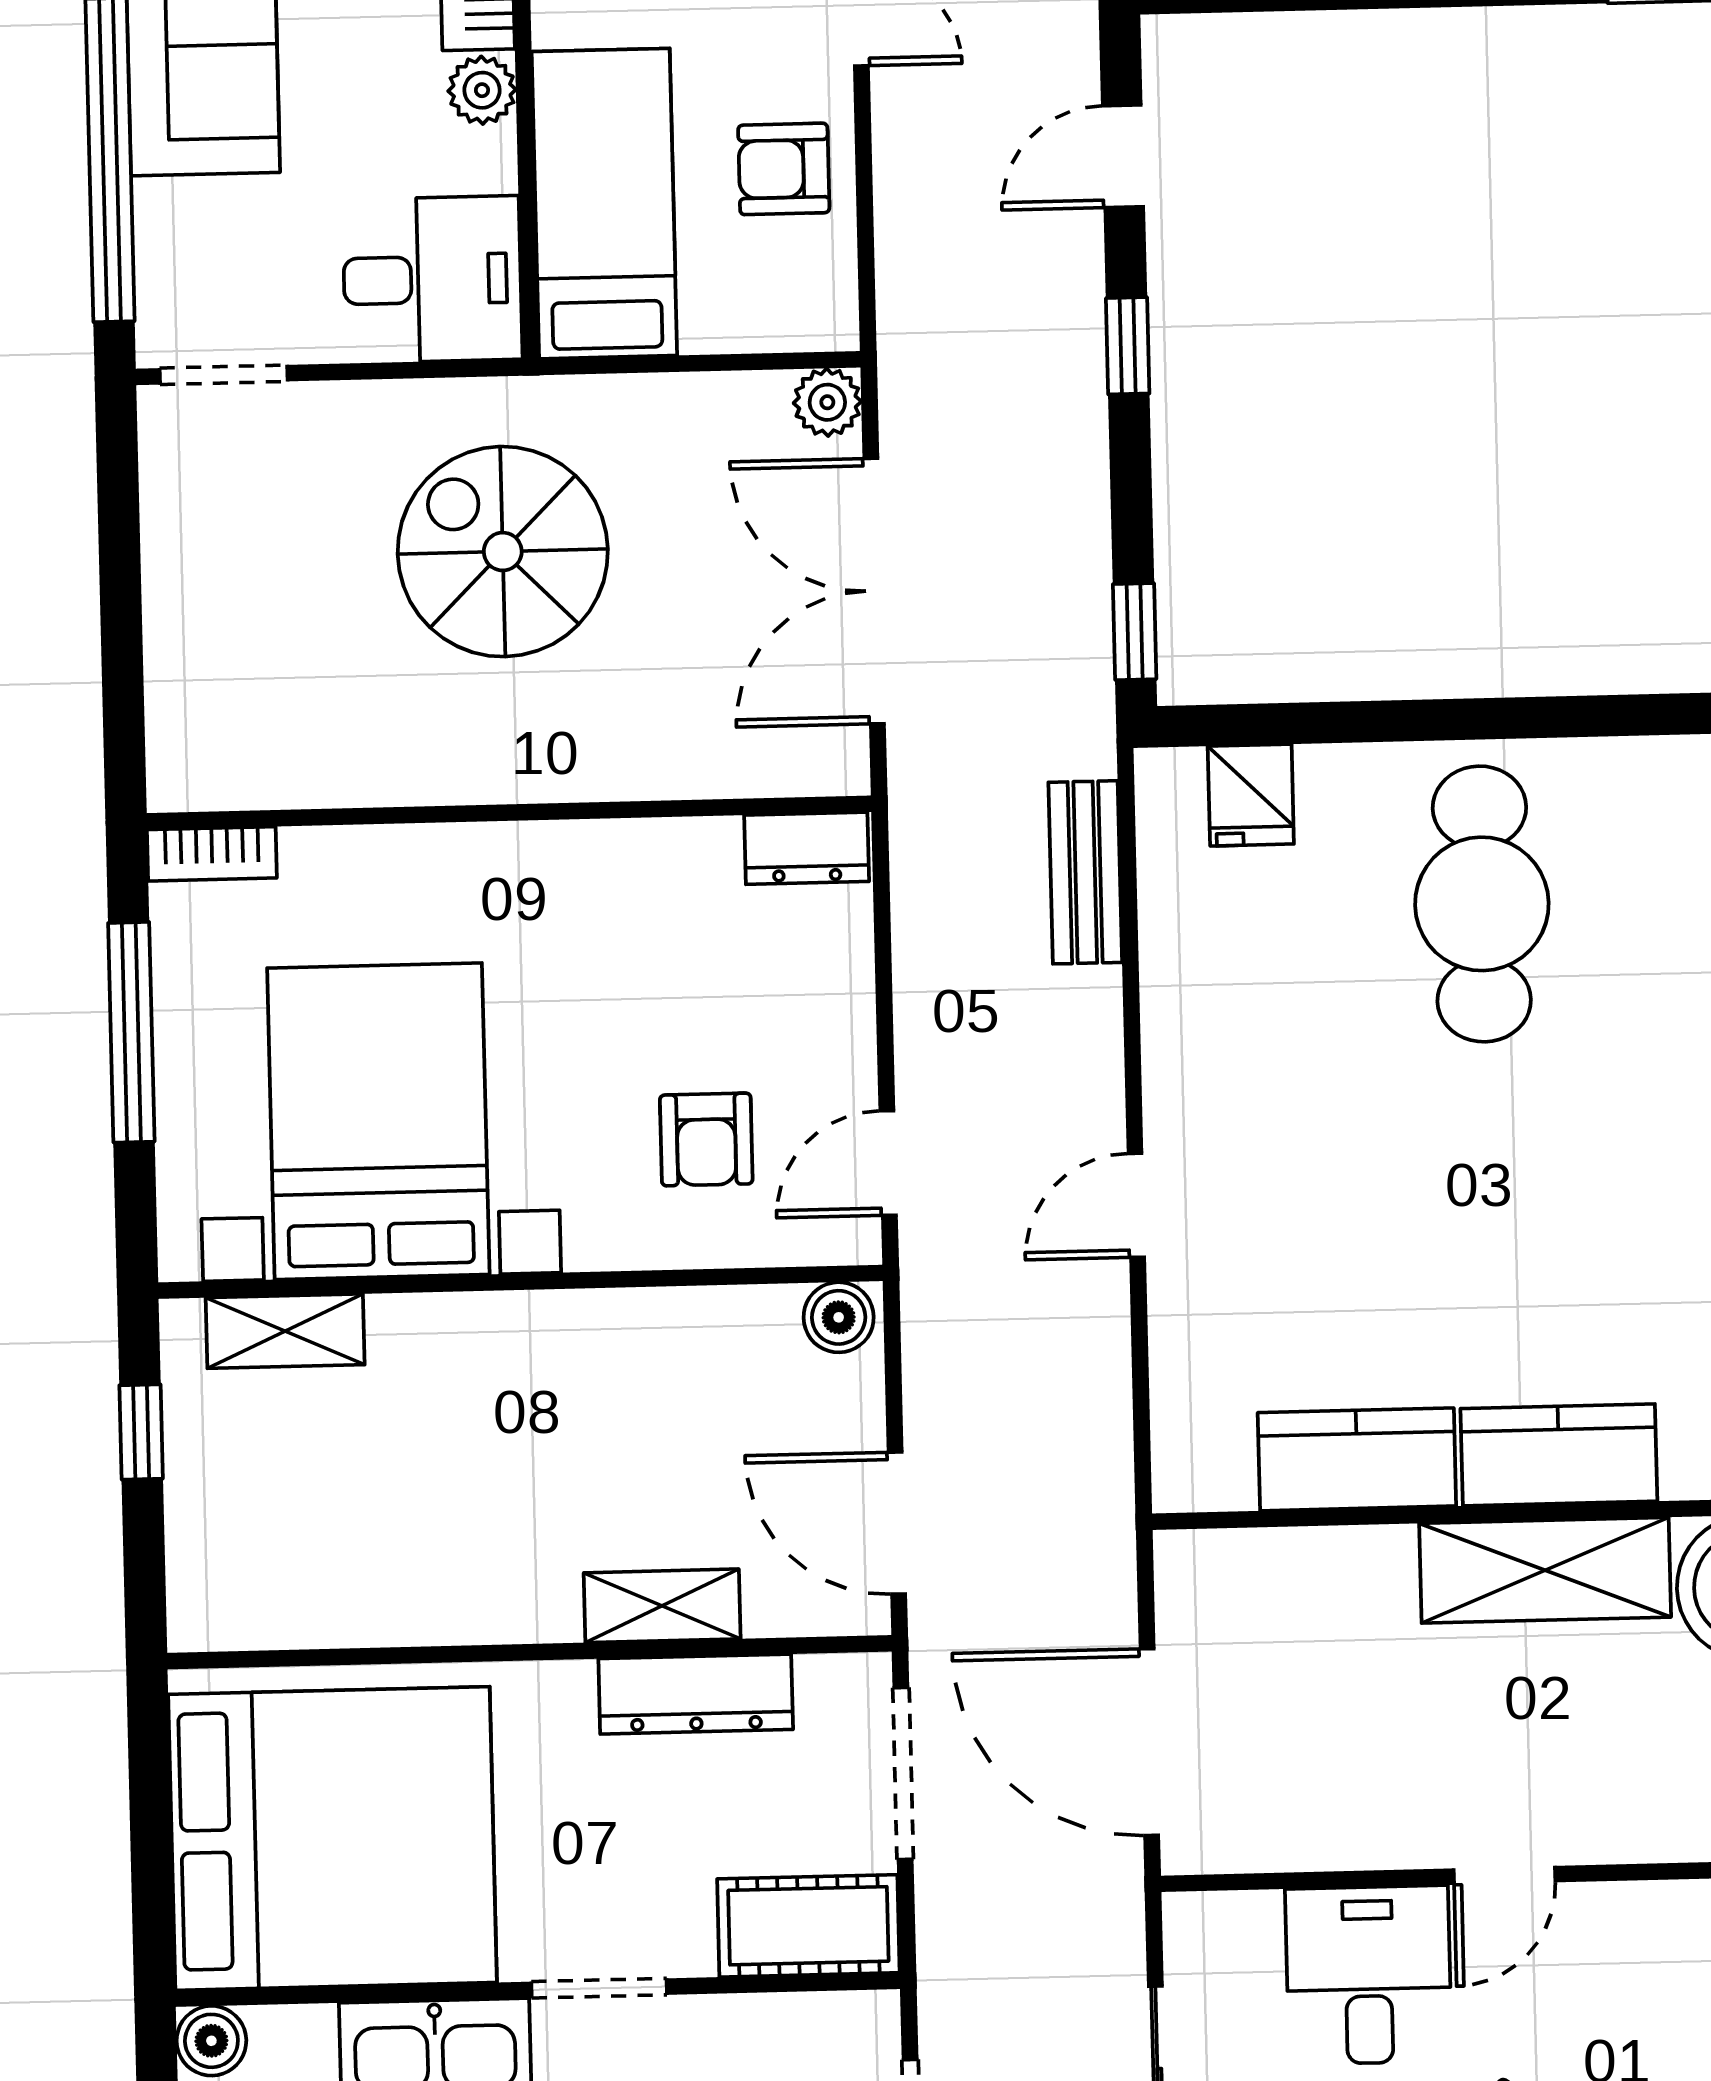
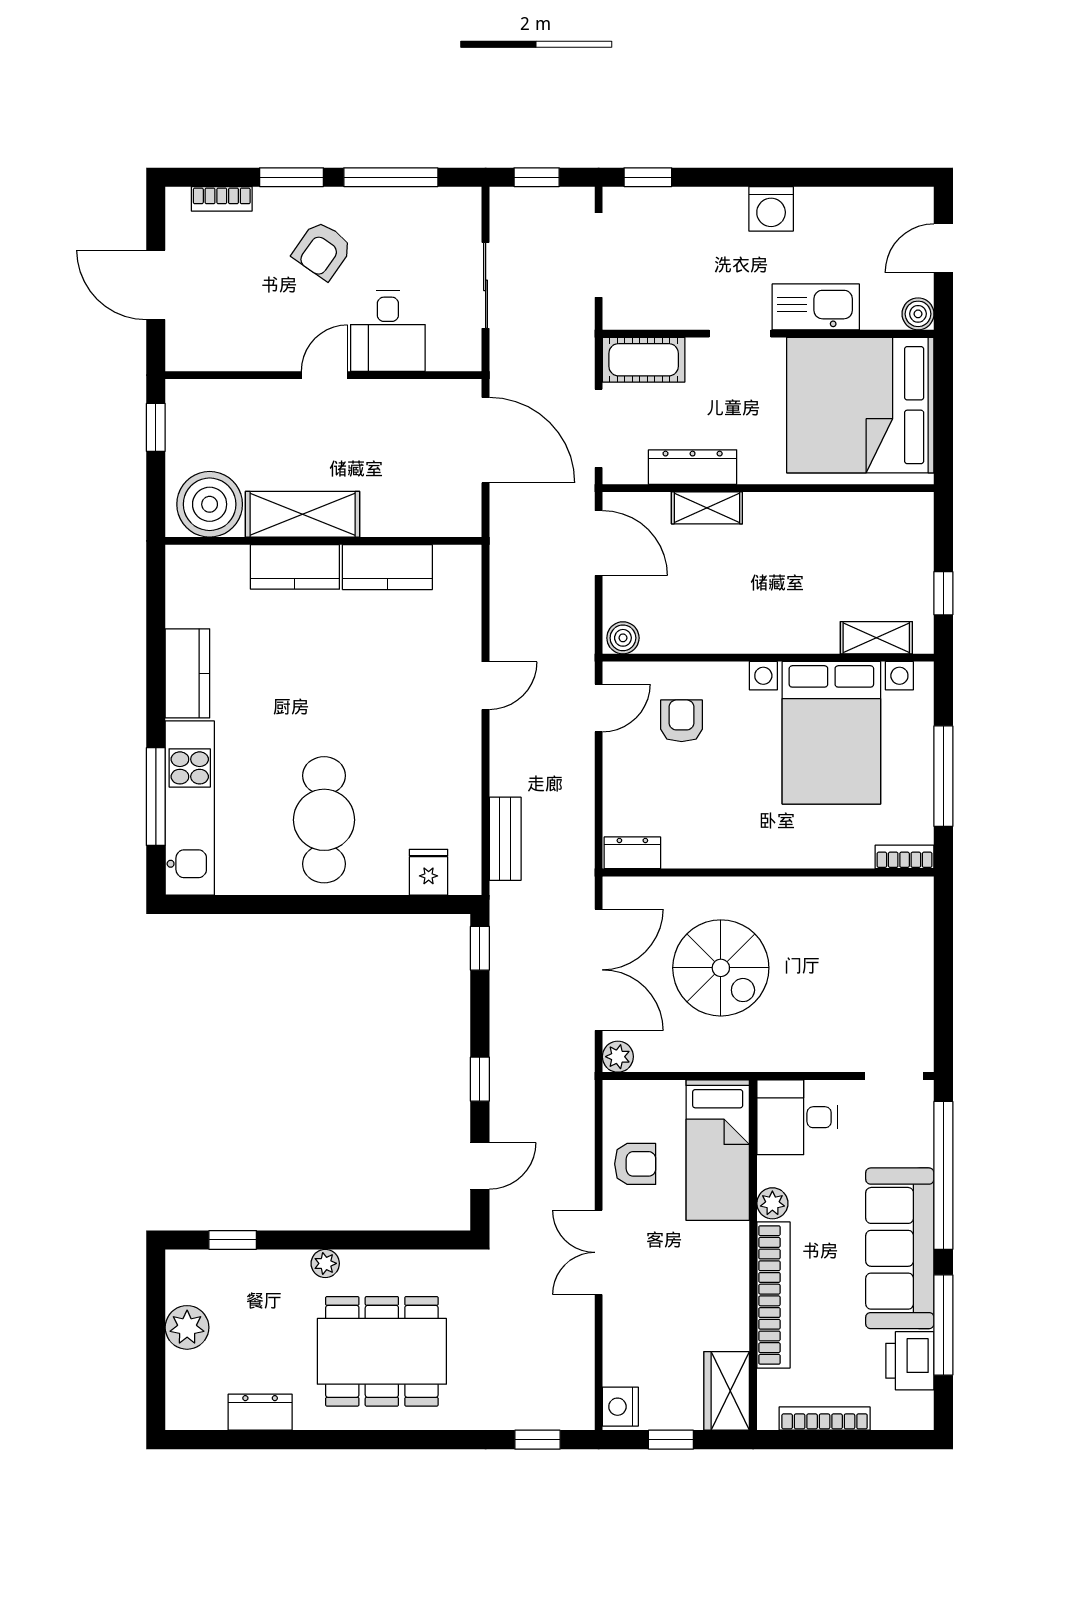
spiral stairs: (503, 552) -> (721, 968), moved

